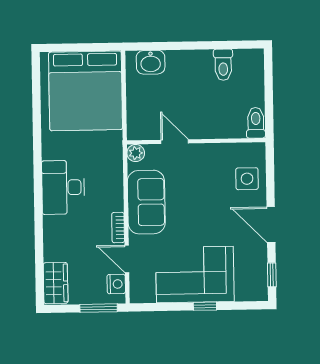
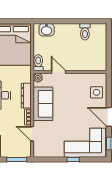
toilet: (256, 123) -> (38, 63), moved
dresser: (114, 187) -> (26, 96), added
corner sofa: (195, 275) -> (85, 143), moved
nightstand: (116, 284) -> (26, 147), removed

